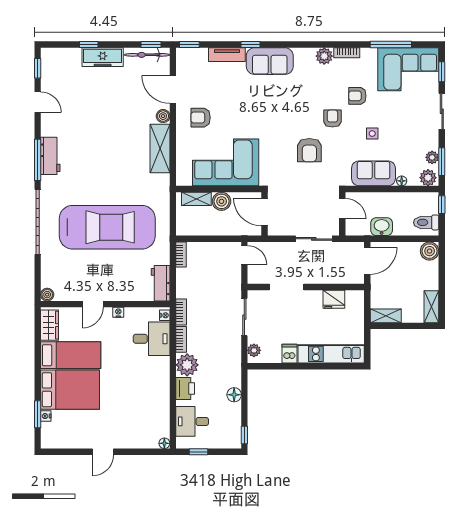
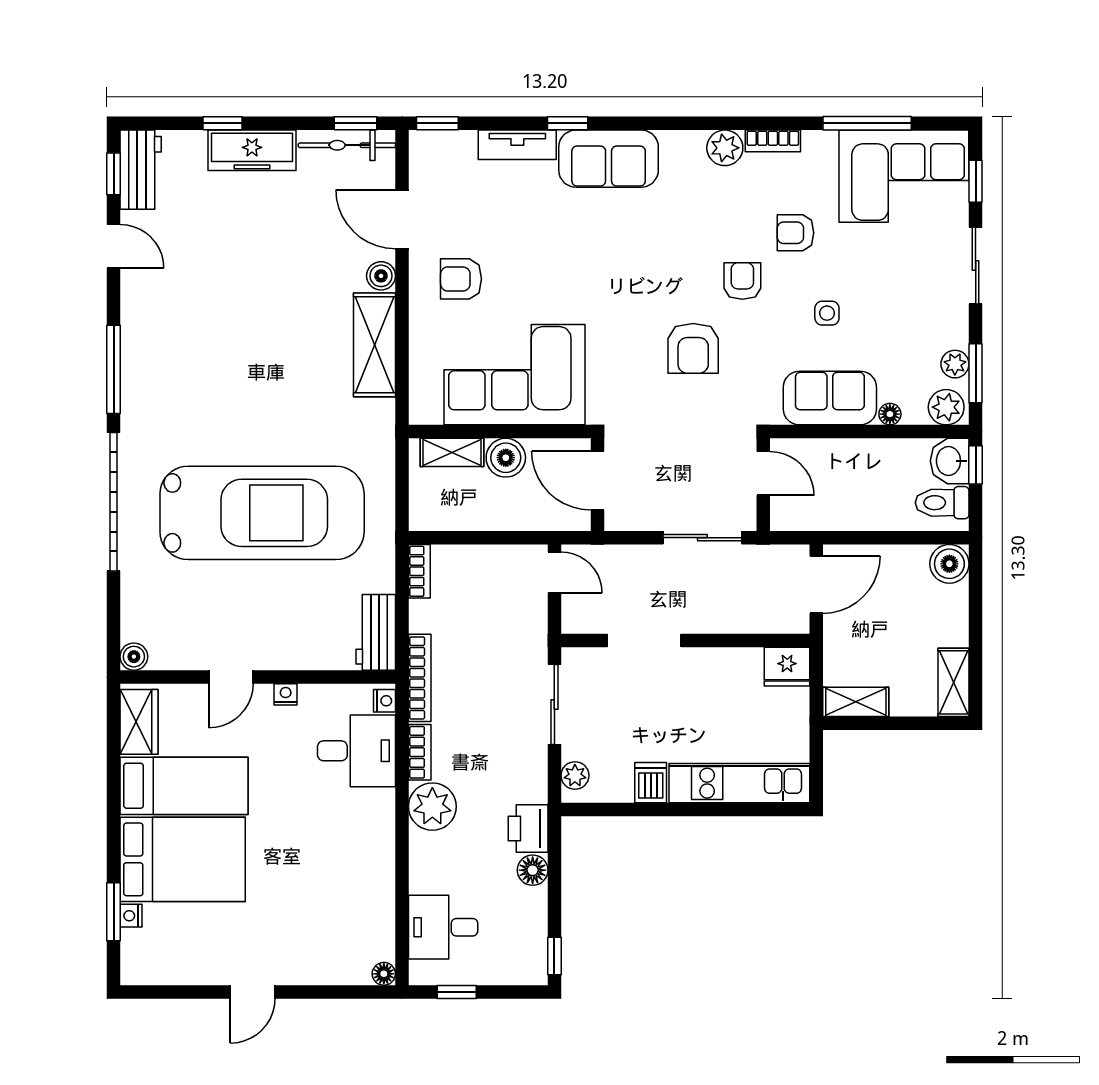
workbench: (50, 156) -> (141, 170), moved
washbasin: (382, 227) -> (950, 461), moved, turned -90
fridge: (334, 299) -> (787, 667), moved
bookcase: (181, 312) -> (420, 678), width x1.56
printer: (185, 388) -> (528, 829), moved, turned 180

